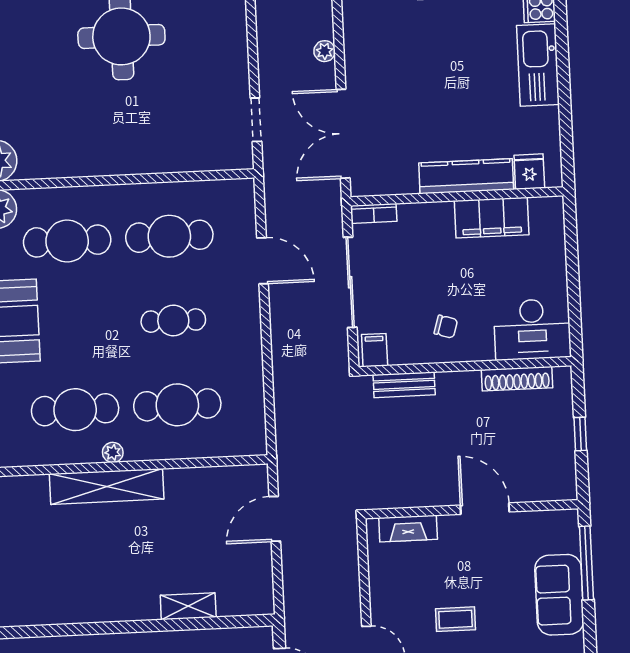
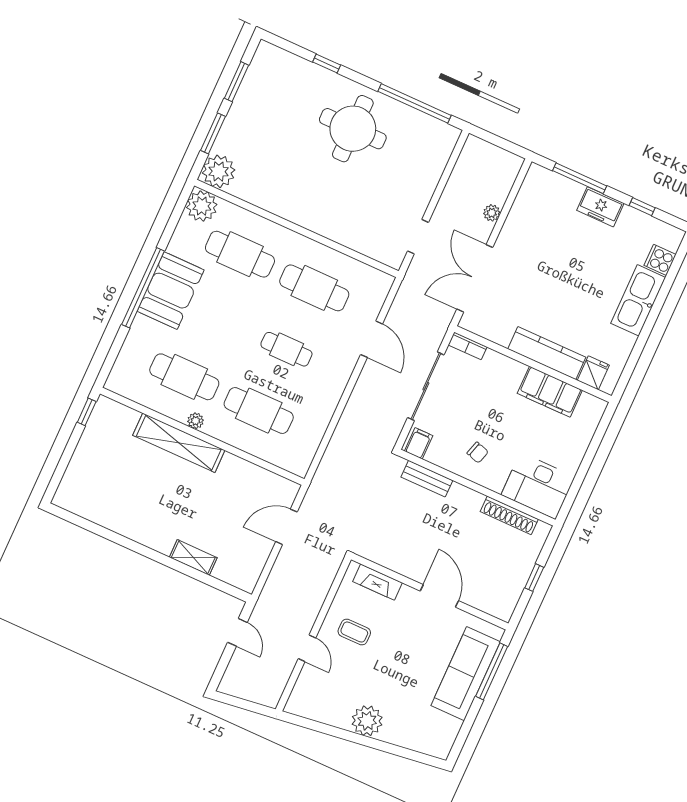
sofa: (559, 595) -> (466, 674), width x1.36
coffee table: (456, 619) -> (354, 632), moved

